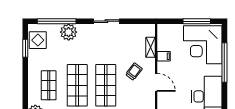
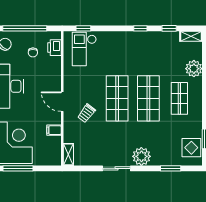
window: (57, 21) -> (171, 168), width x0.47
plant: (69, 32) -> (141, 156), moved
shelving: (151, 47) -> (68, 154), moved

